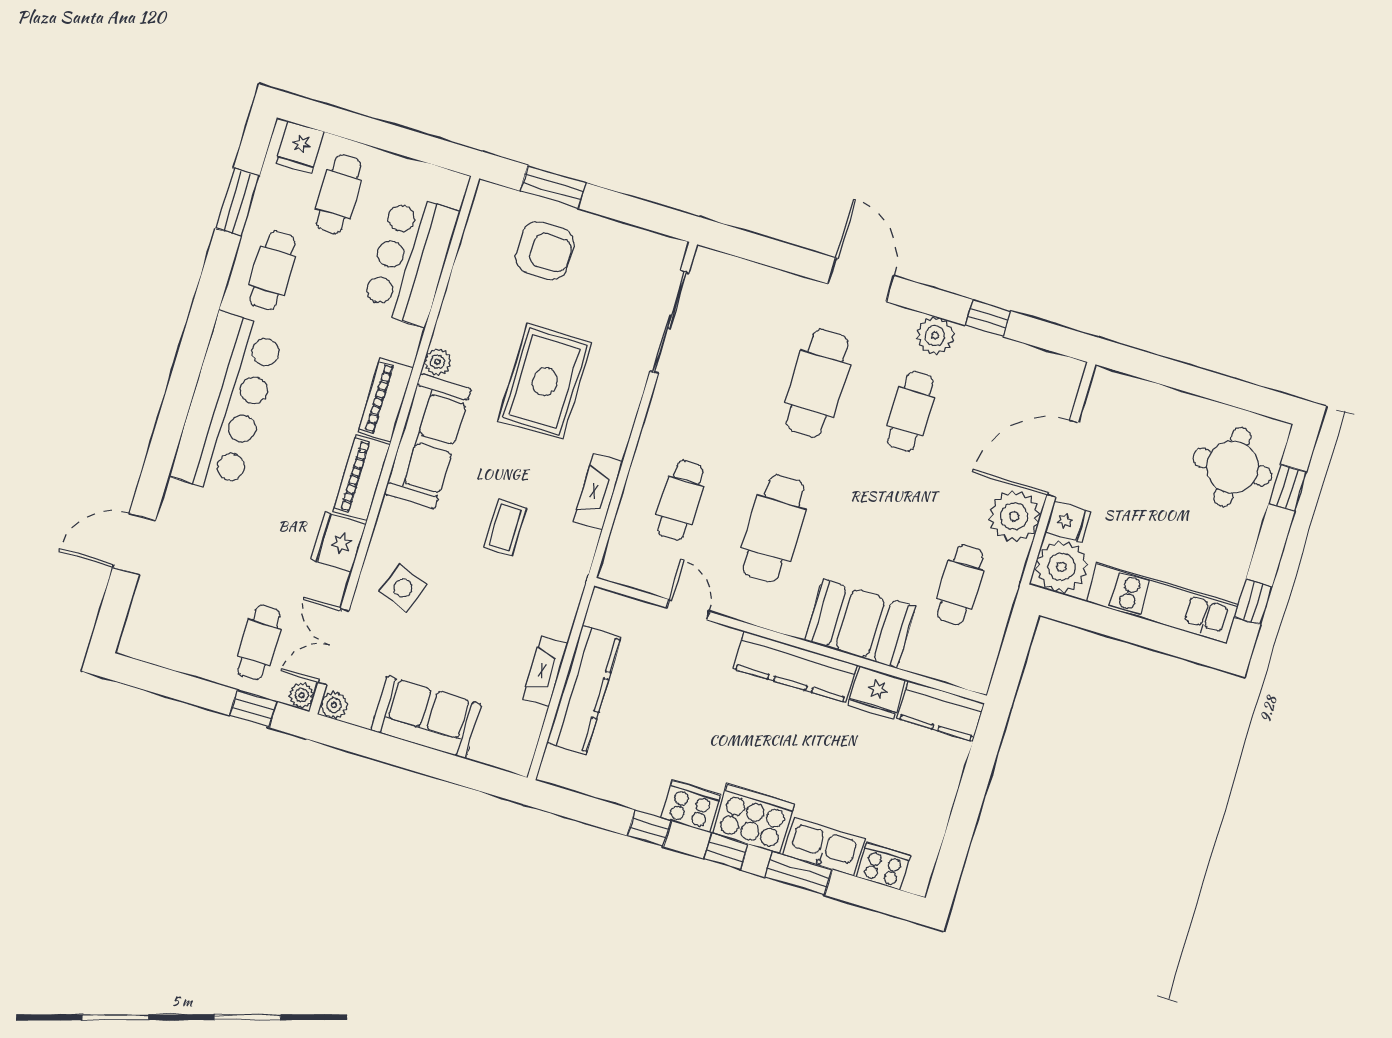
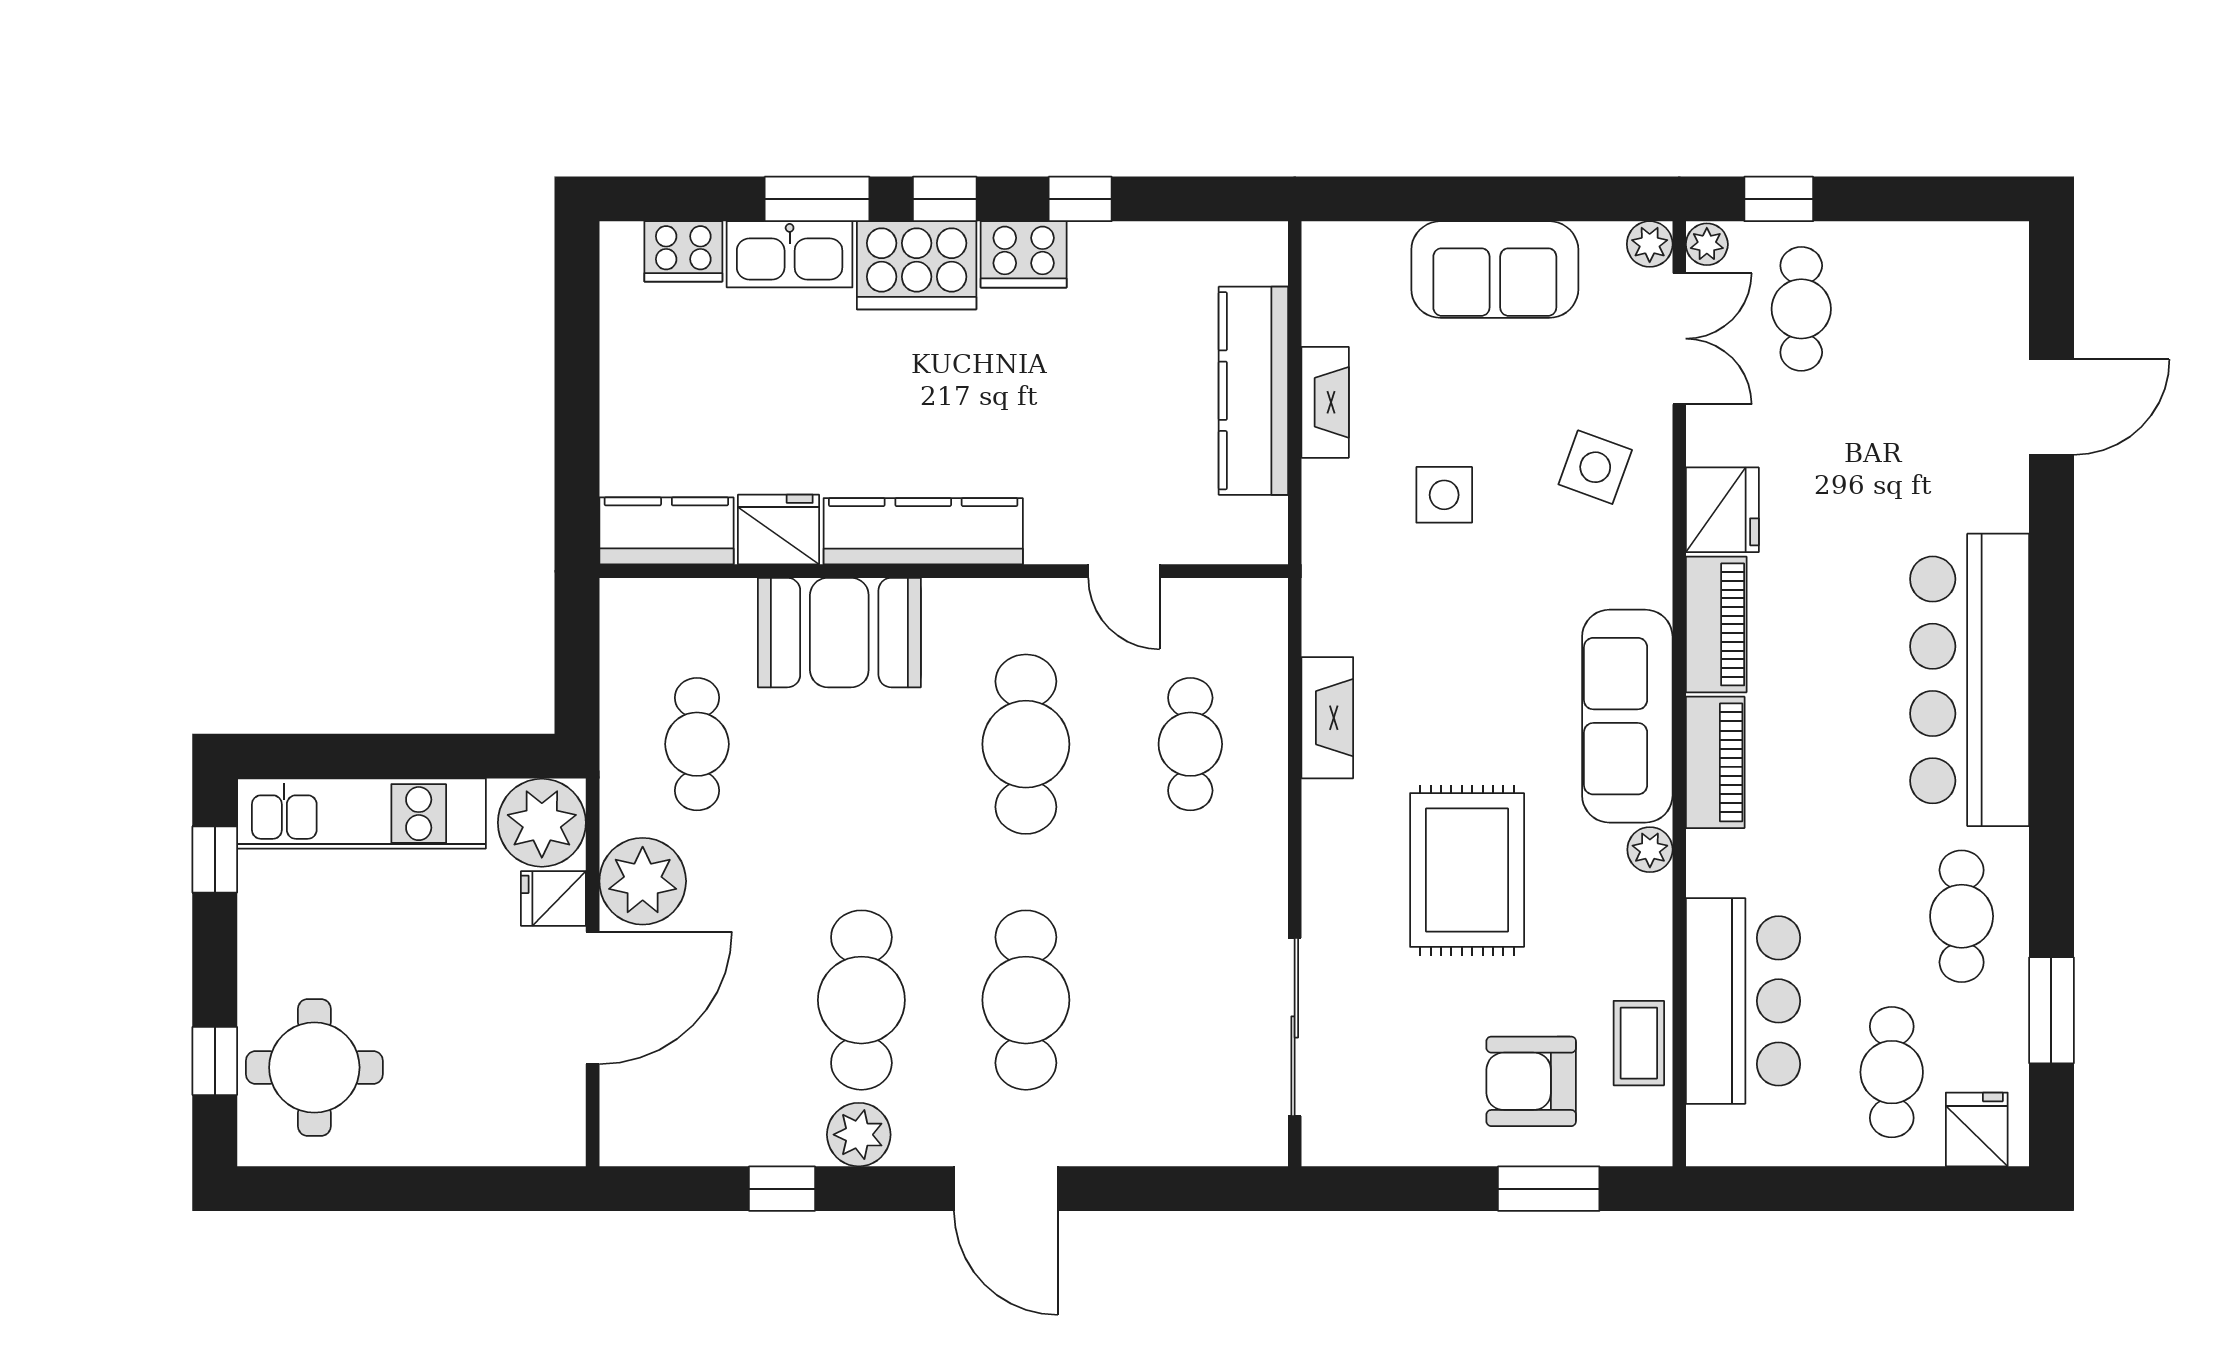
cafe table: (911, 411) -> (861, 1000), width x1.37, depth x1.35
coffee table: (505, 528) -> (1639, 1043), moved
side table: (493, 598) -> (1444, 495), added

